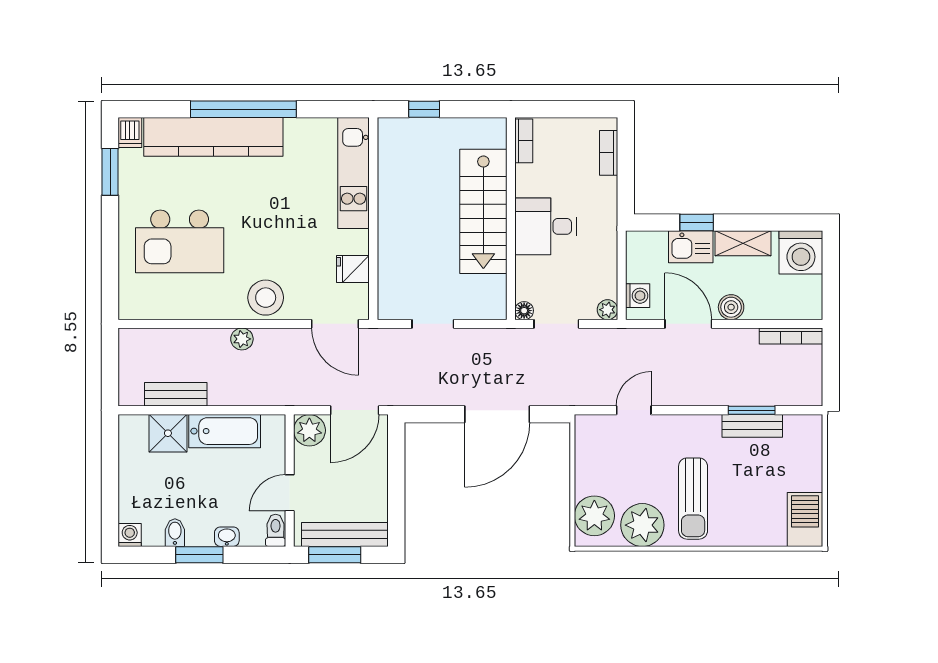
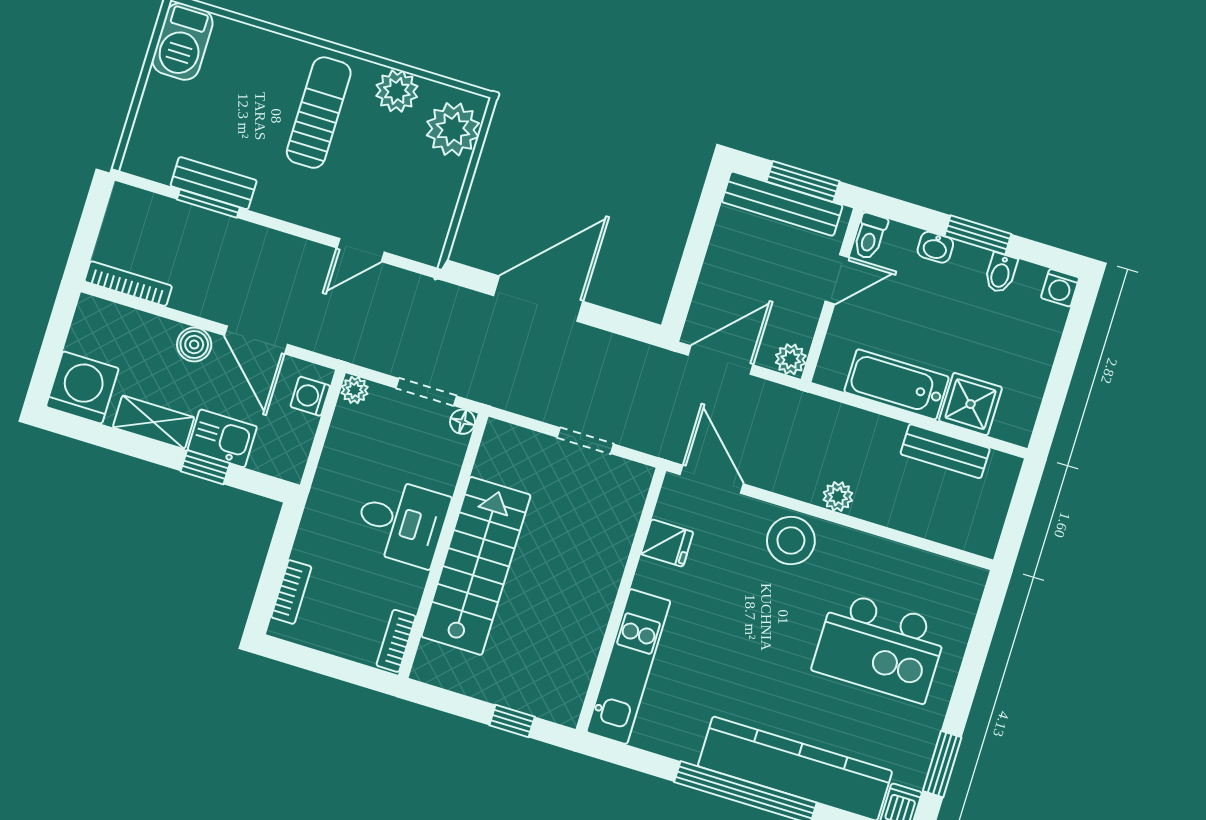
kitchen island: (180, 241) -> (880, 647), turned 180
plant: (309, 430) -> (791, 359), width x0.73, depth x0.73
plant: (642, 525) -> (397, 91), width x0.73, depth x0.73

